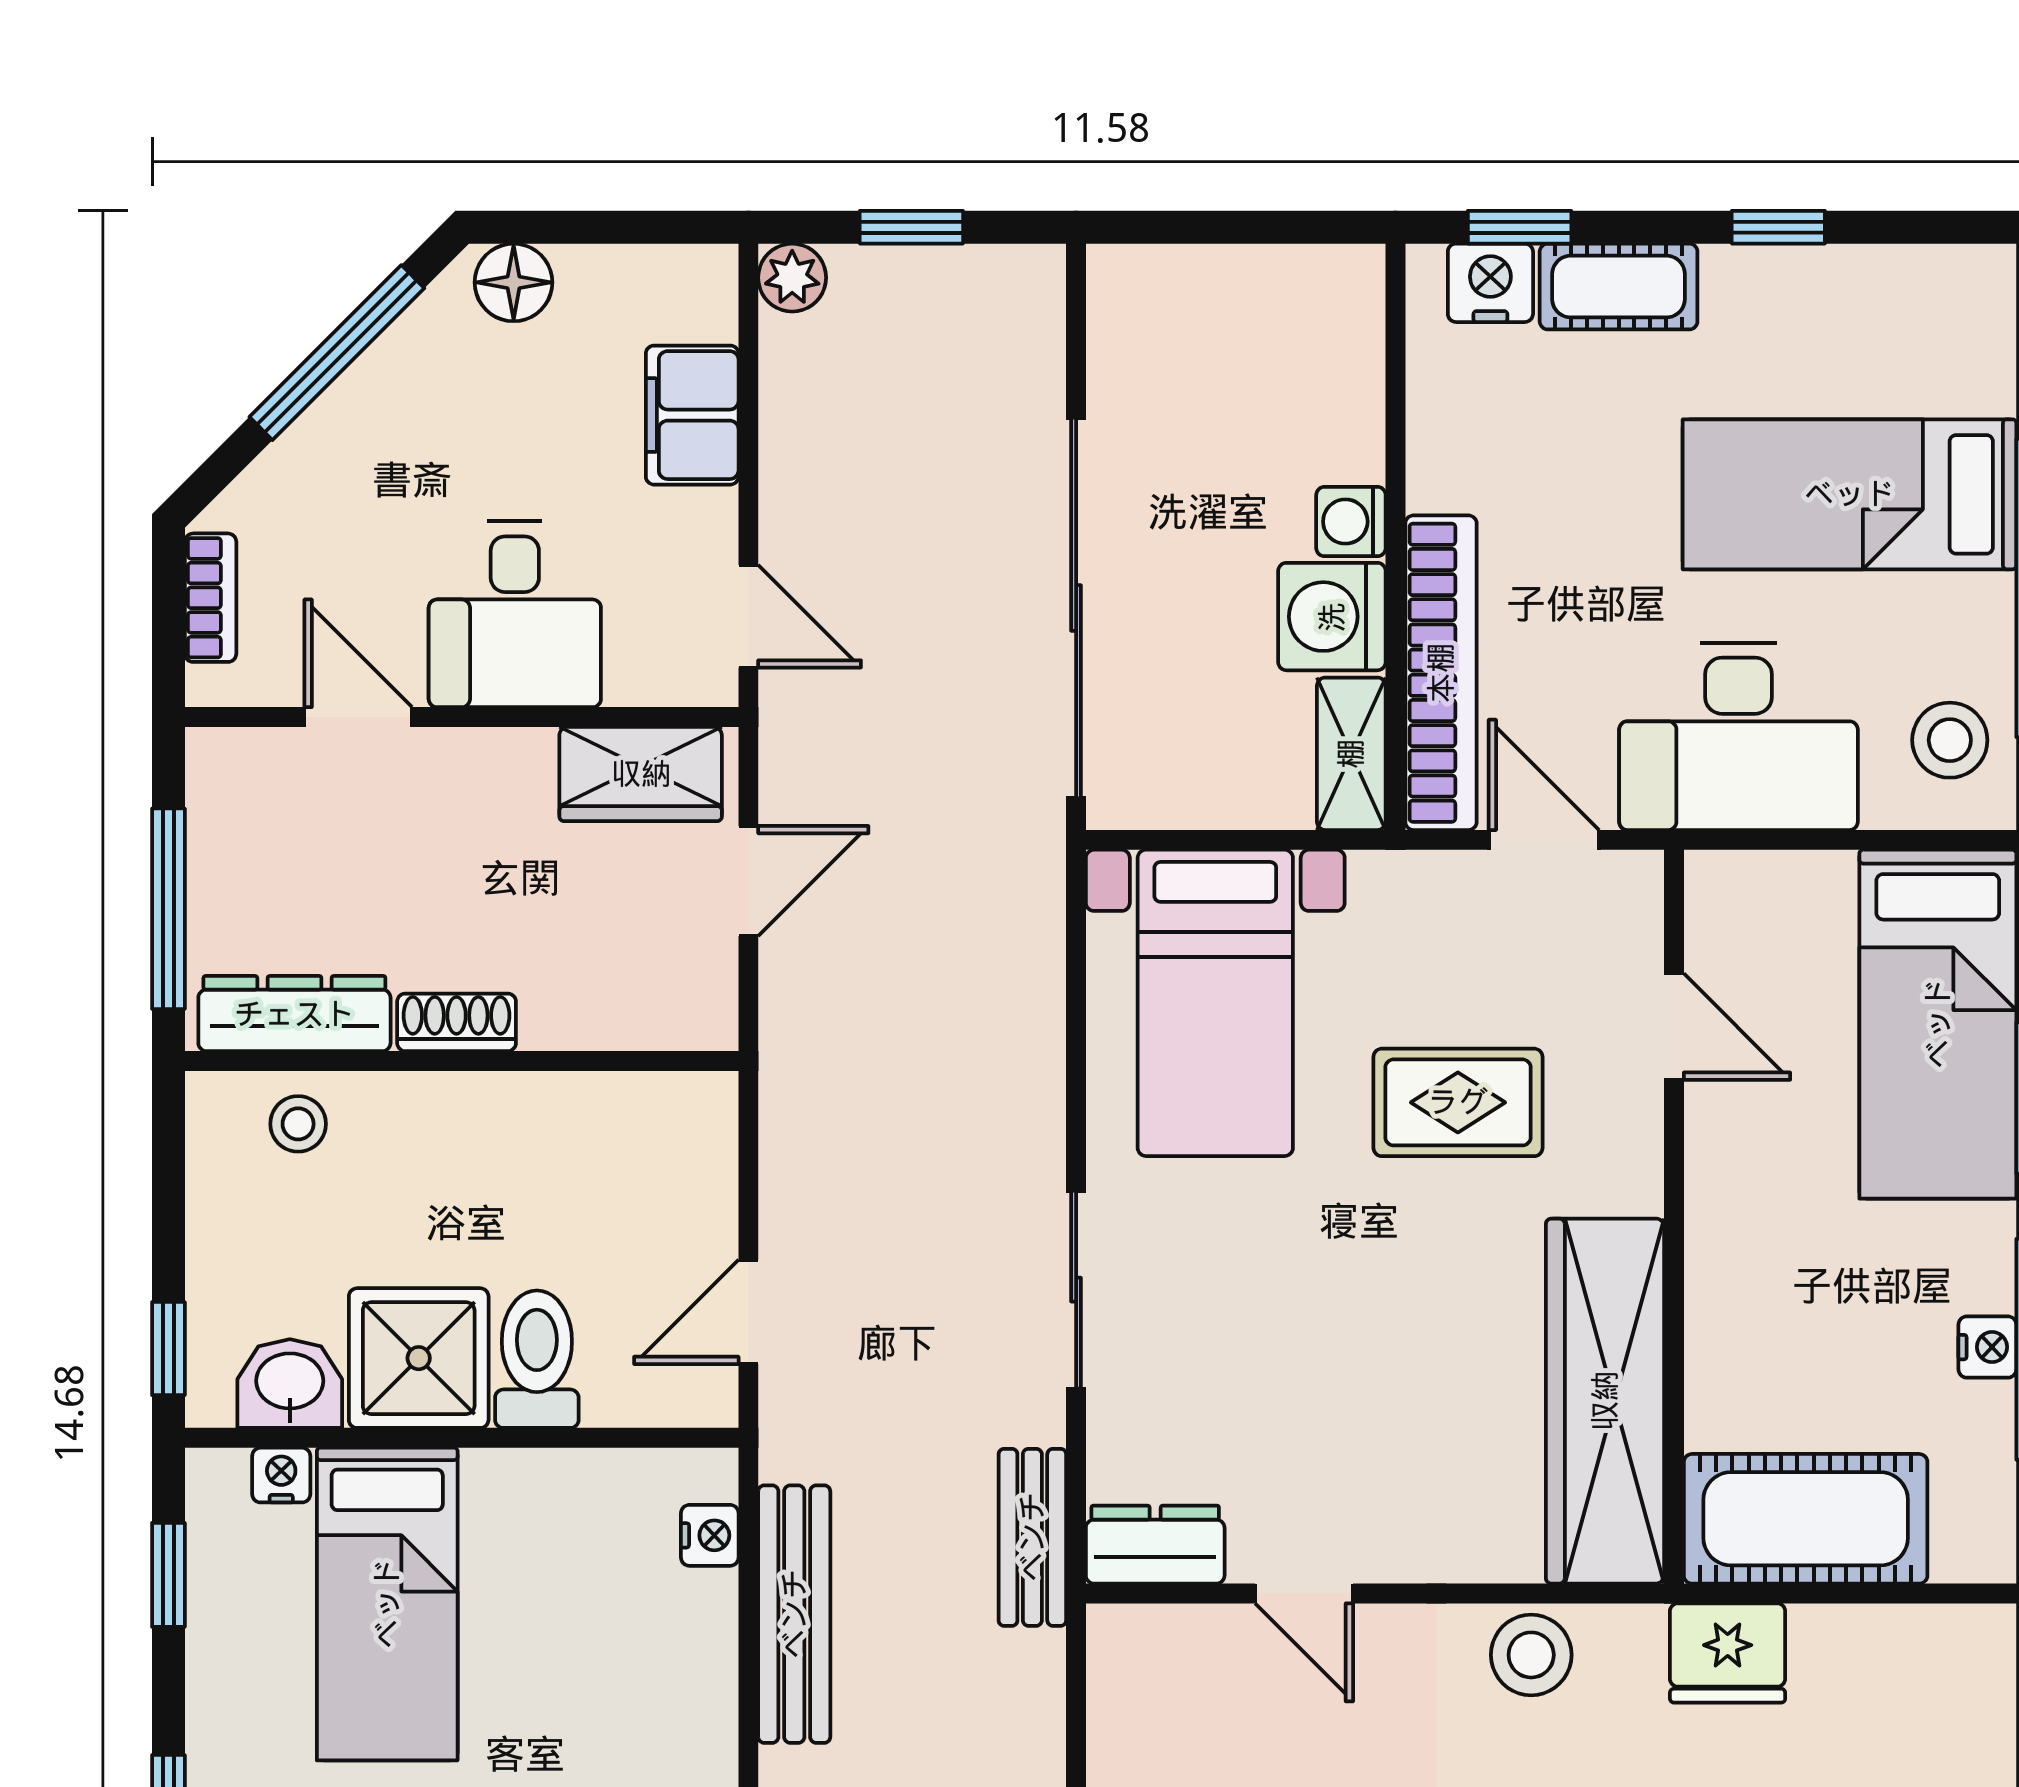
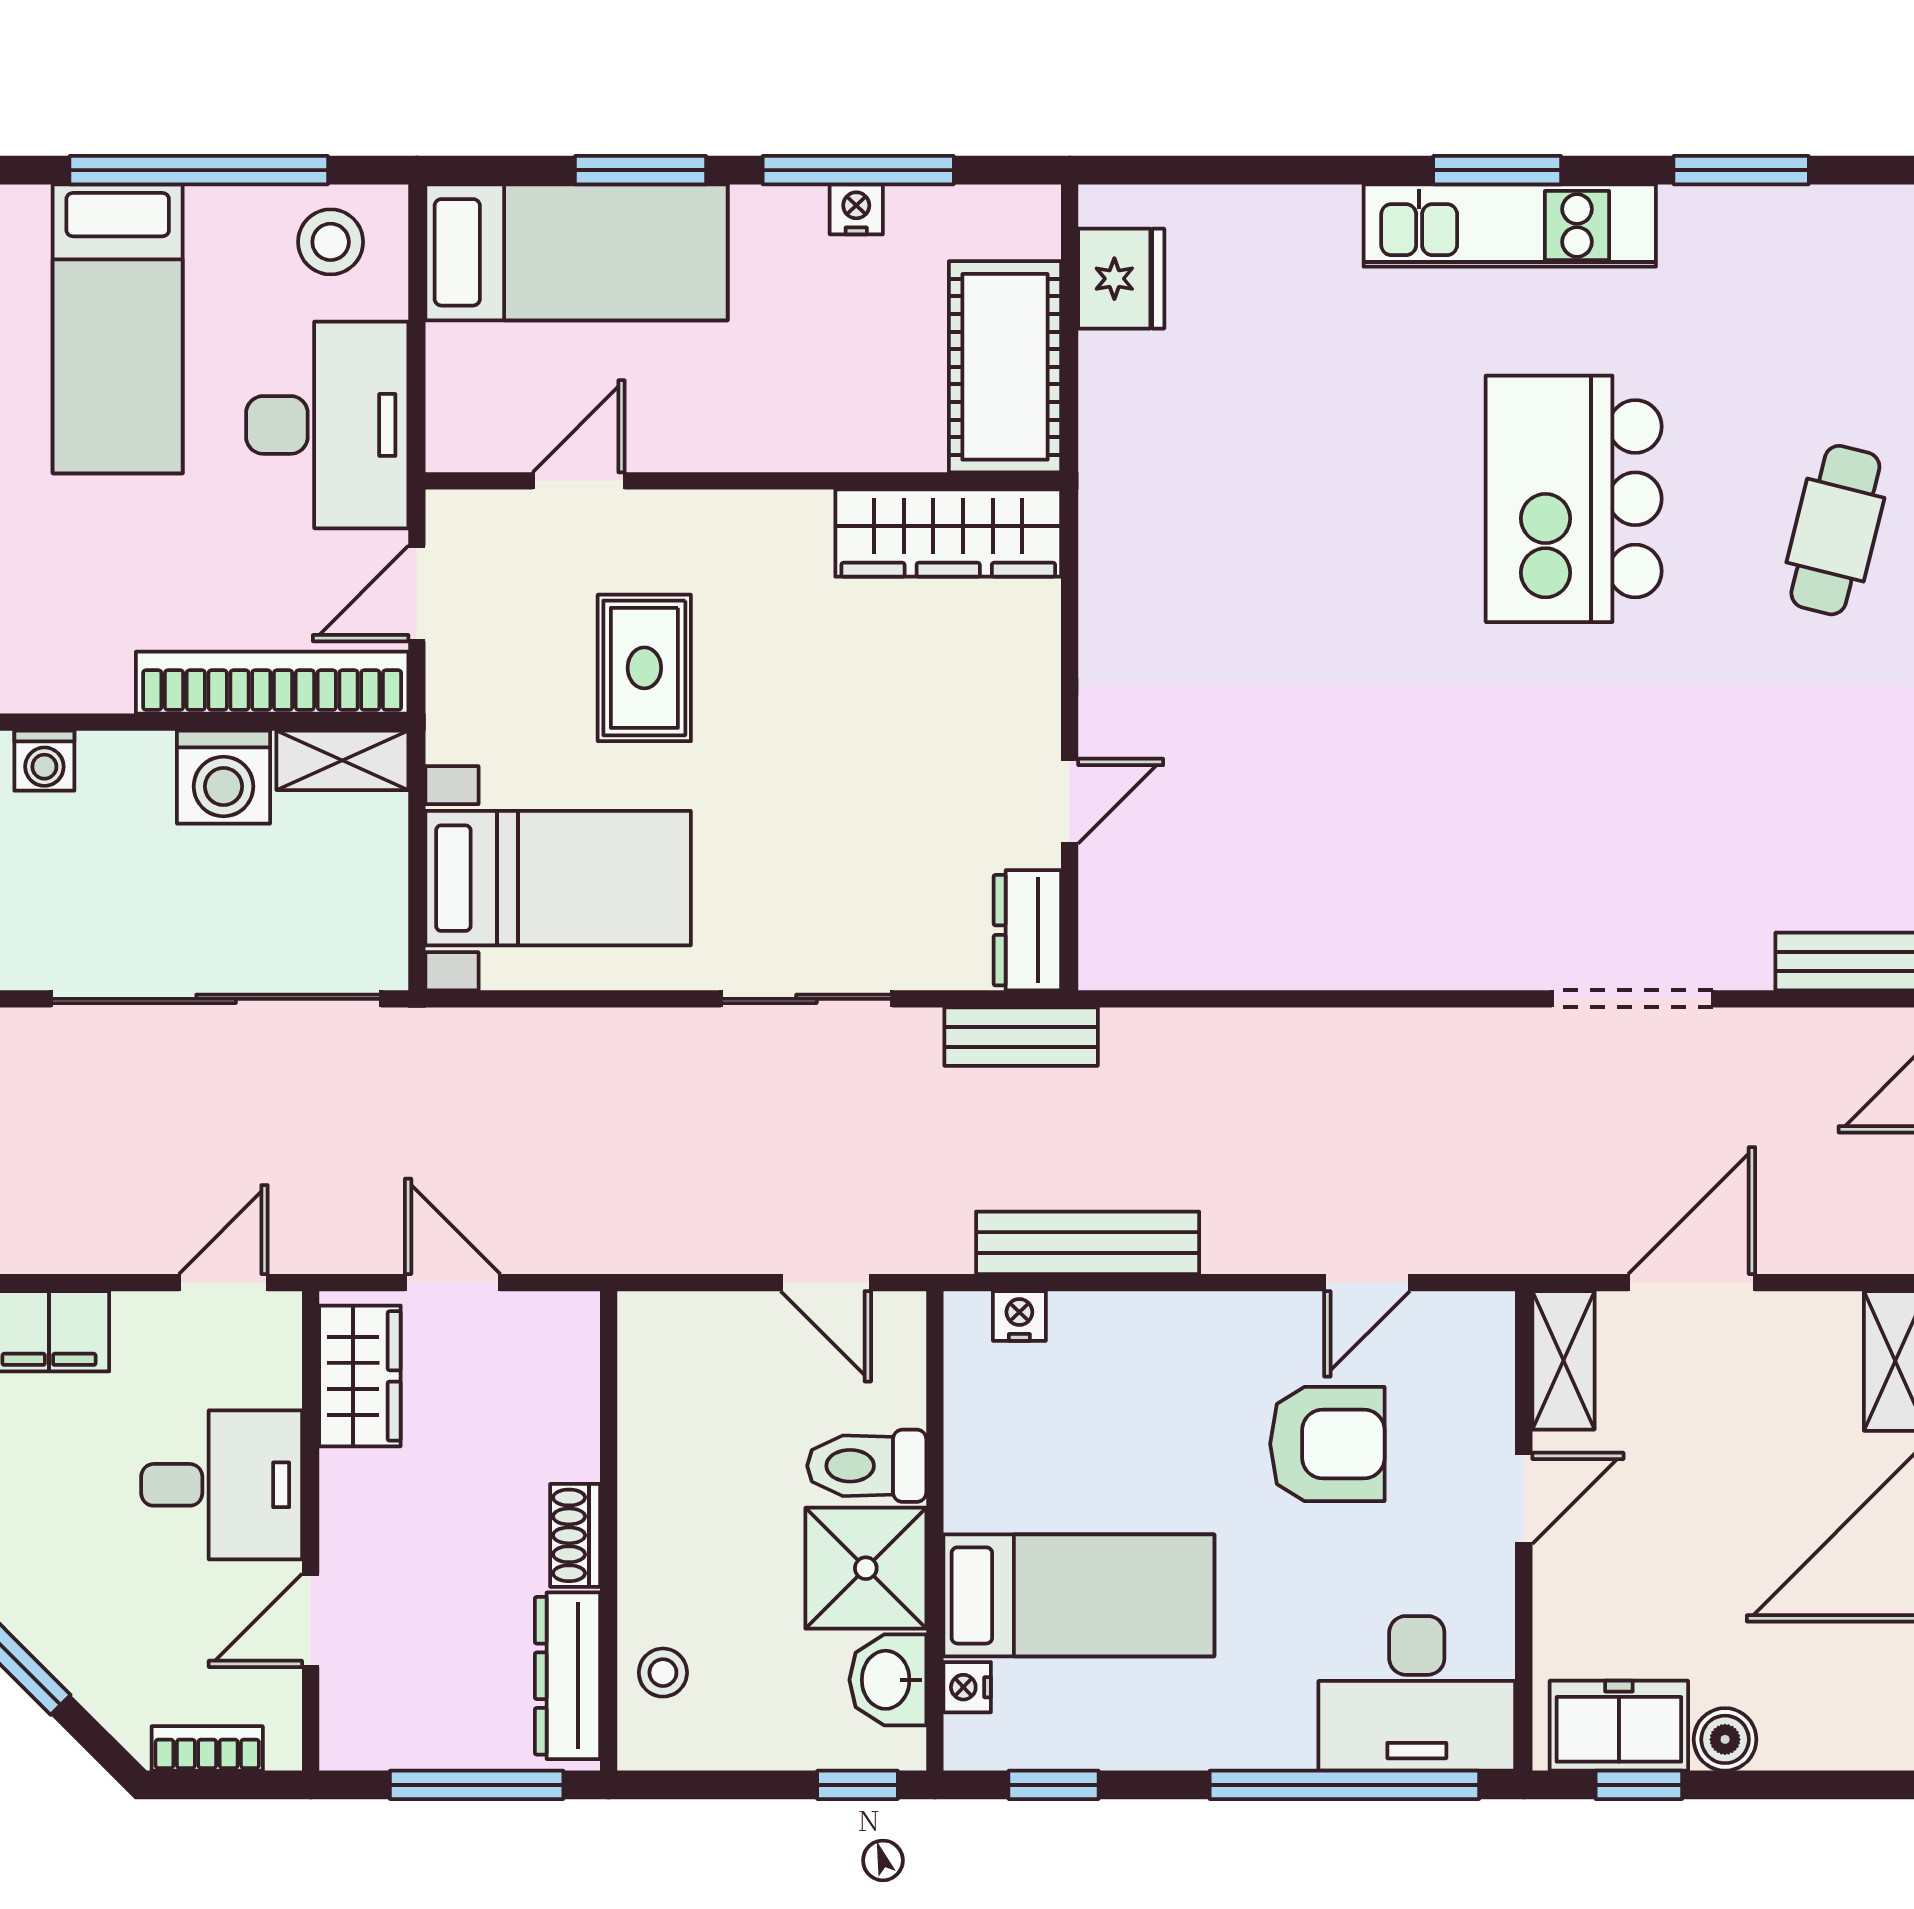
washing machine: (1351, 522) -> (44, 761), moved
wardrobe: (1605, 1401) -> (948, 533), width x0.71, depth x0.85
fridge: (1728, 1653) -> (1121, 279), moved
stool: (1531, 1655) -> (1123, 604), removed

